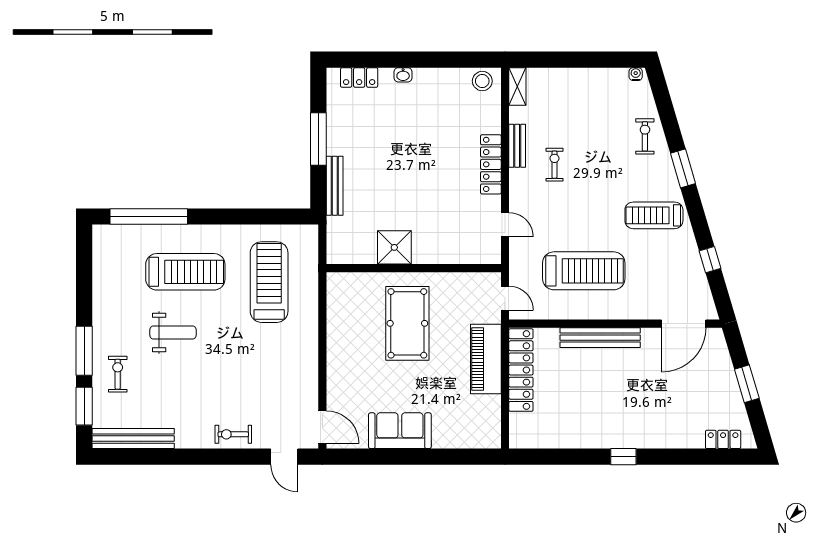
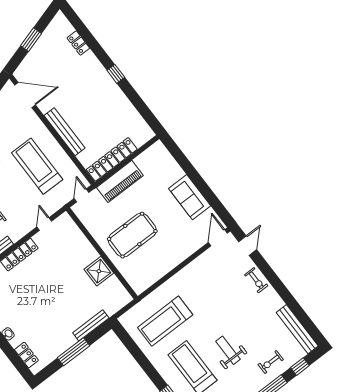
window: (84, 406) -> (300, 367), width x0.67
locker: (723, 439) -> (78, 43), moved

